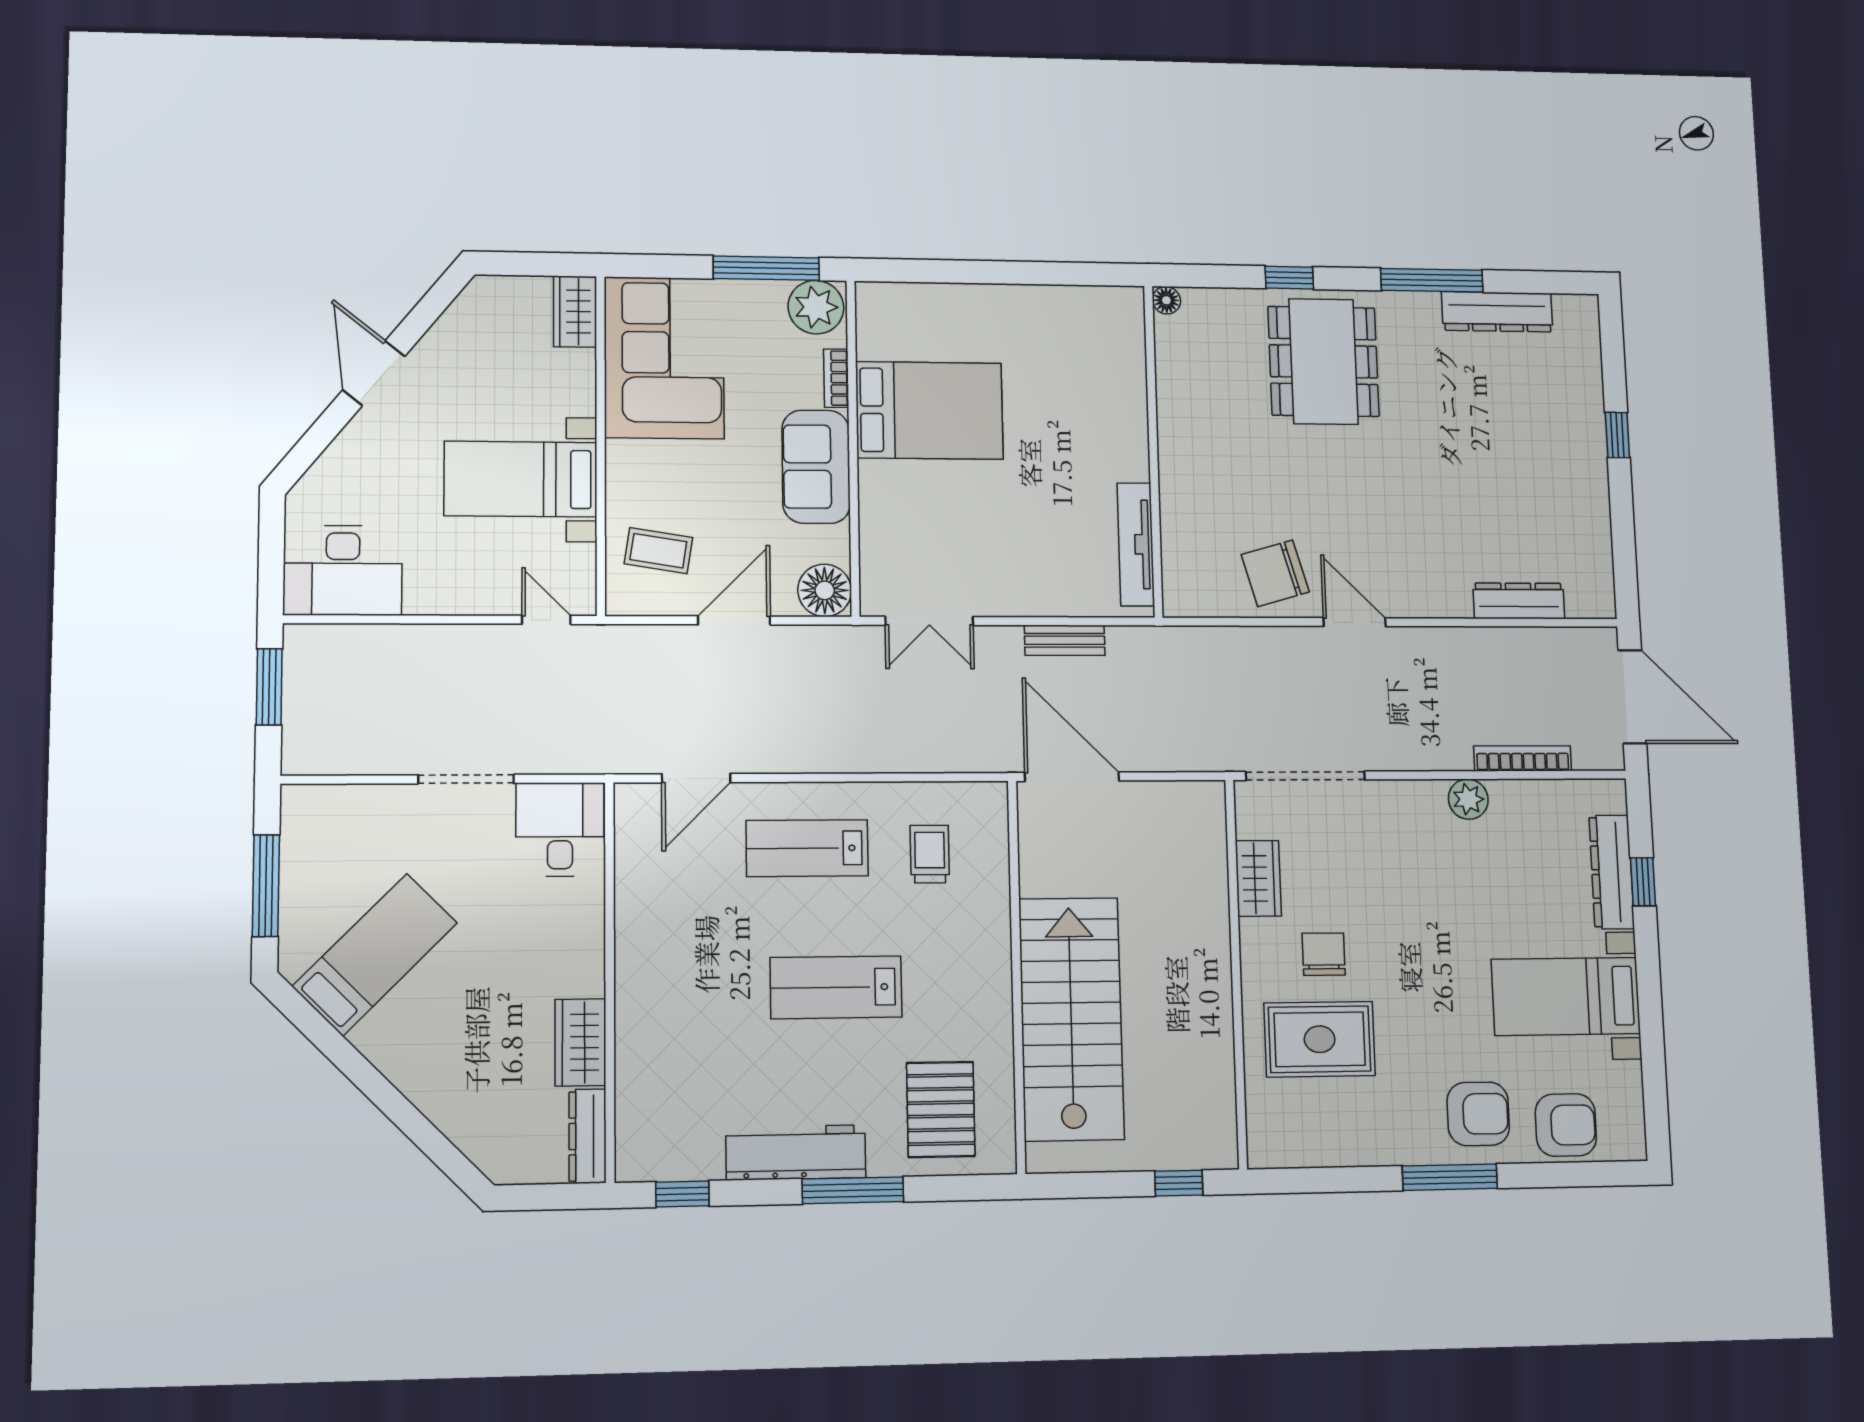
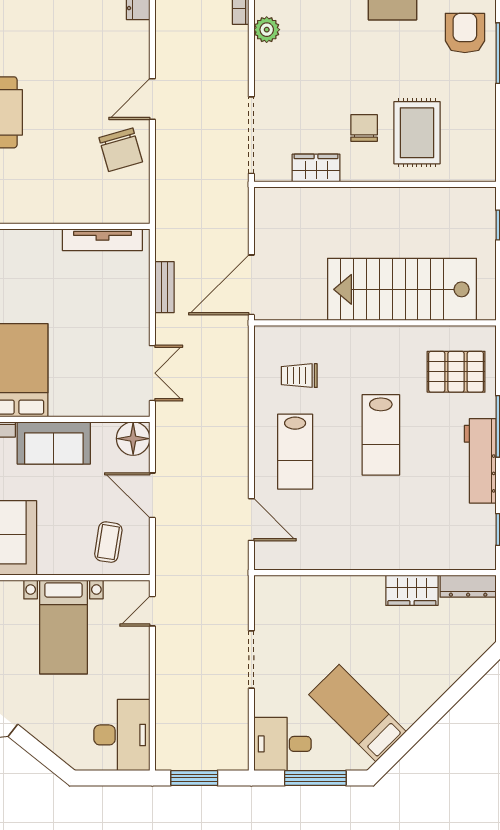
desk: (560, 829) -> (282, 744), moved
chair: (1324, 954) -> (364, 128), turned 90

